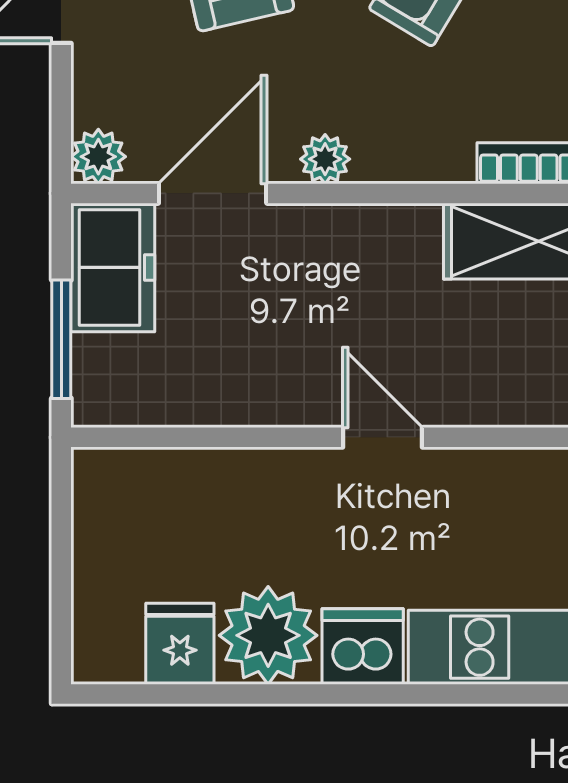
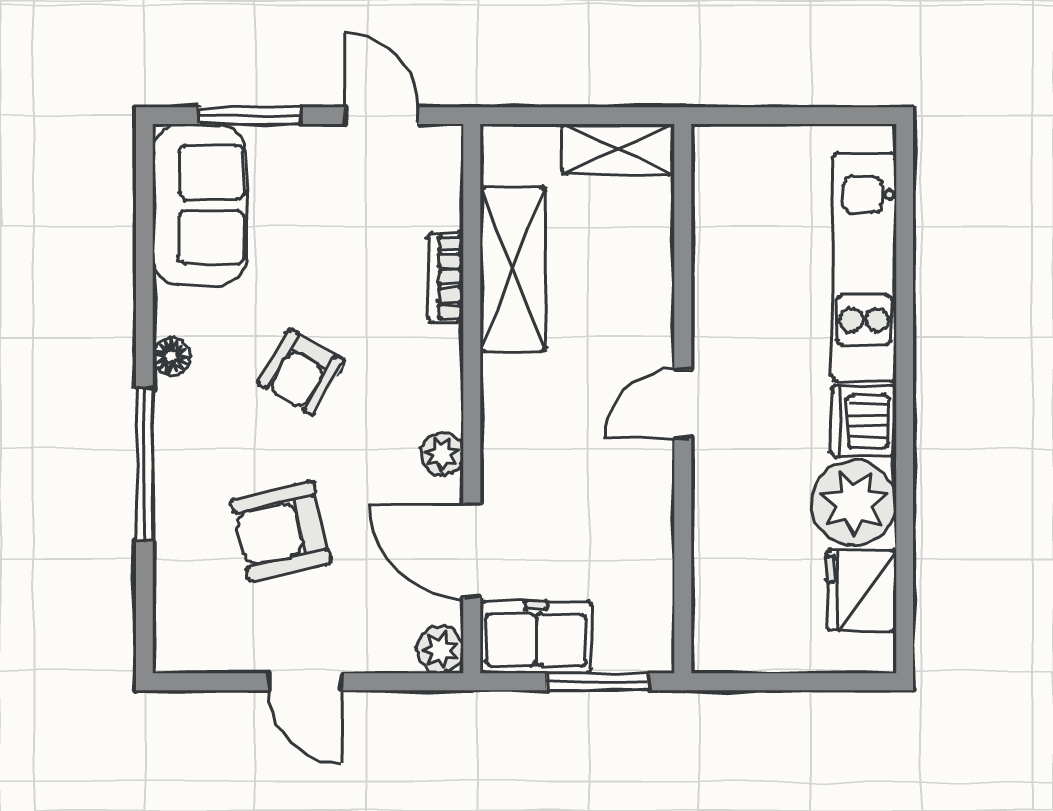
fridge: (180, 644) -> (861, 590), width x1.38

